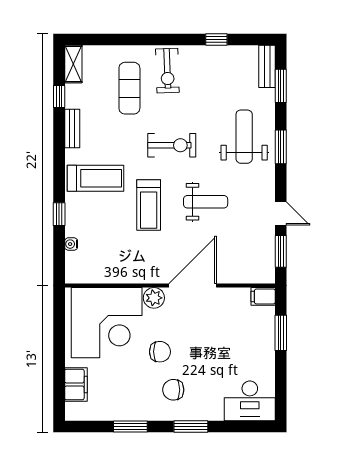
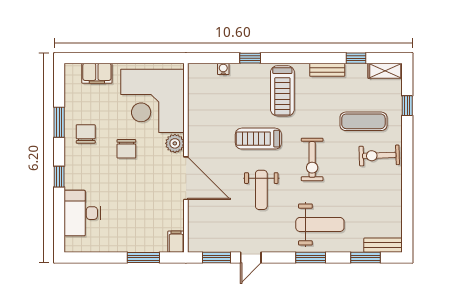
window: (216, 39) -> (407, 106), moved
chair: (173, 390) -> (86, 134), moved
desk: (250, 401) -> (82, 213), moved
window: (191, 426) -> (59, 177), width x0.67

